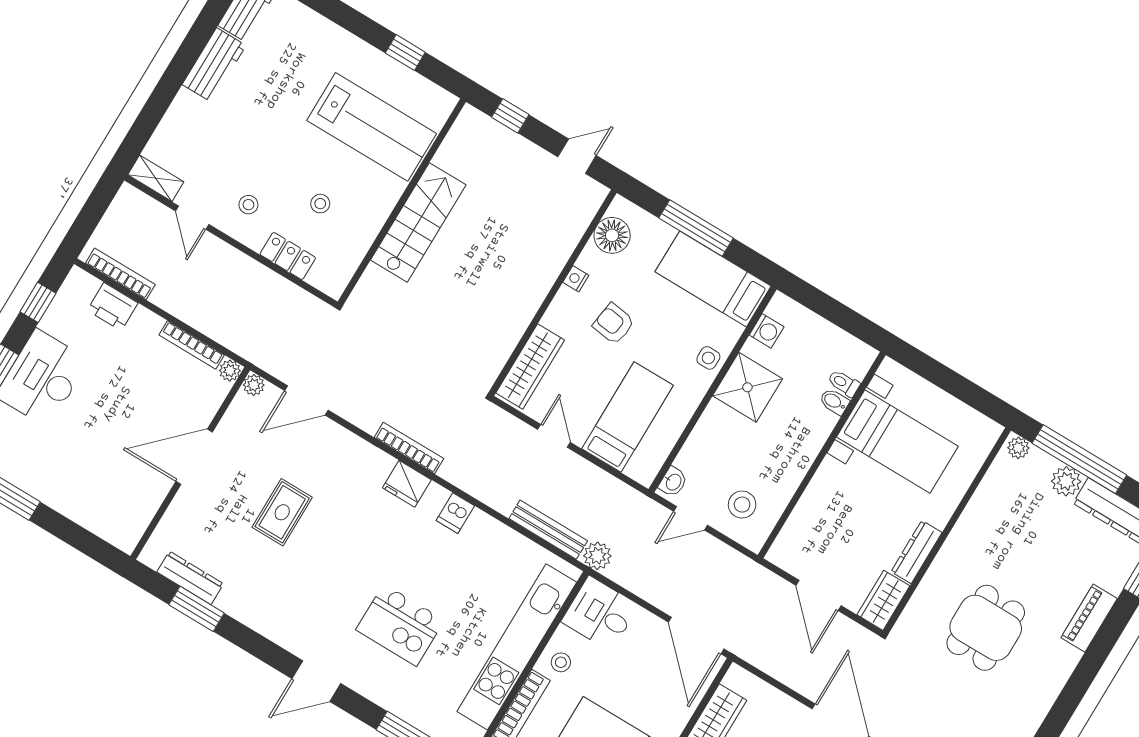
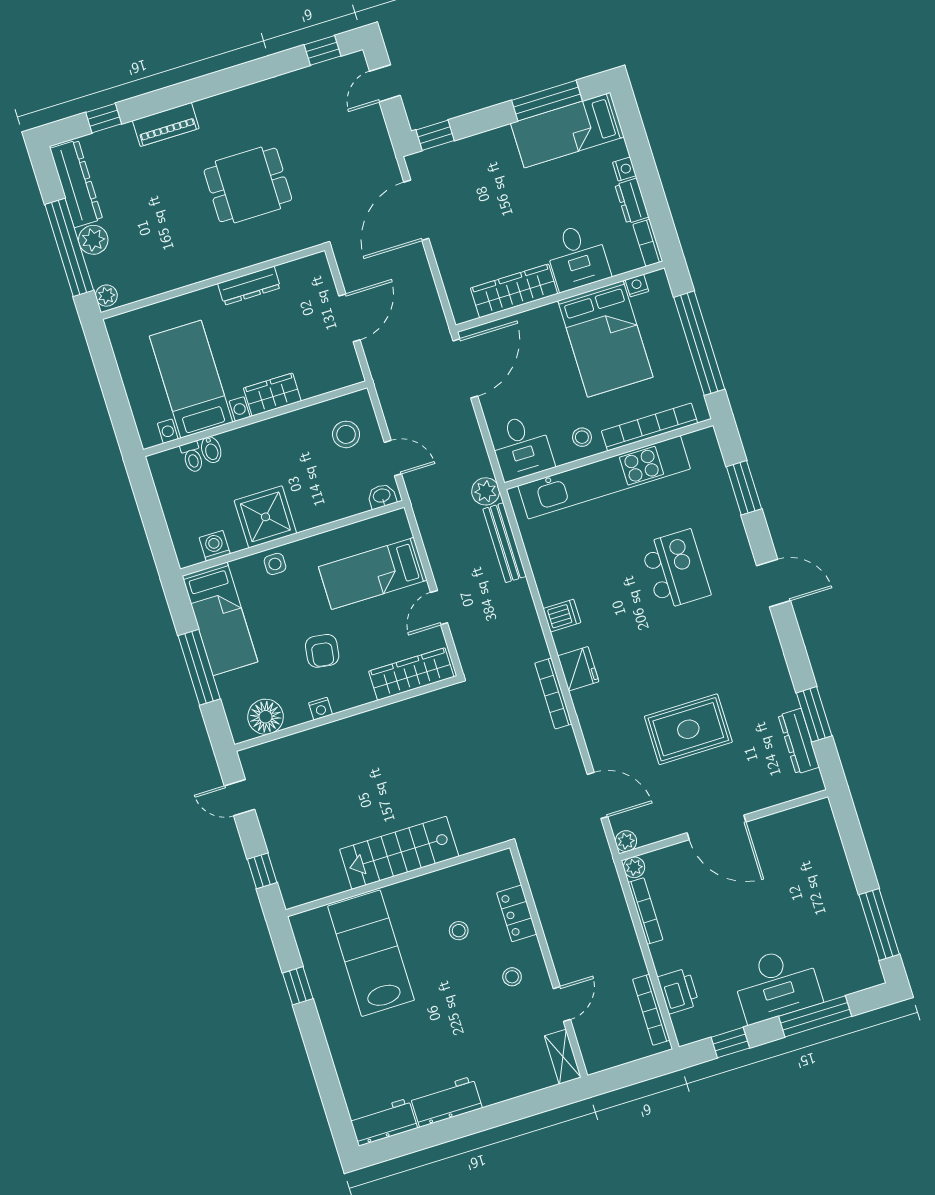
rug: (282, 512) -> (688, 729), width x1.36, depth x1.43
wardrobe: (883, 600) -> (272, 395), moved, turned 180

